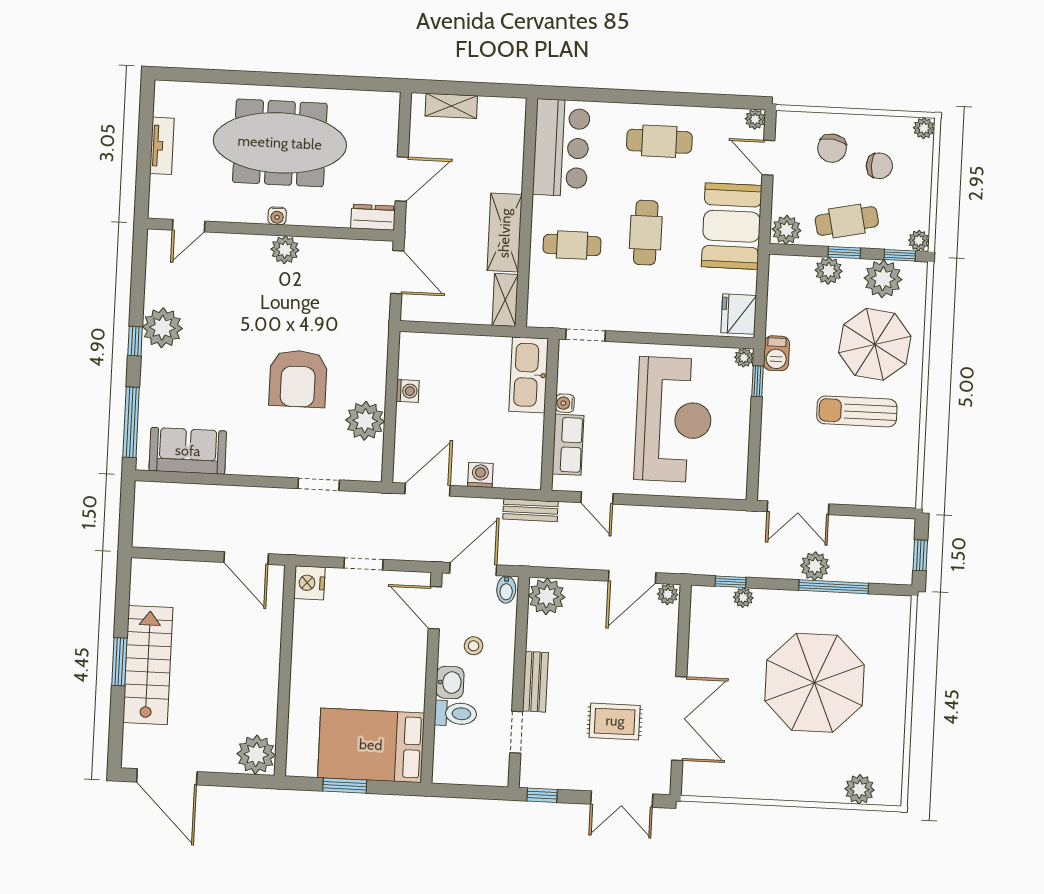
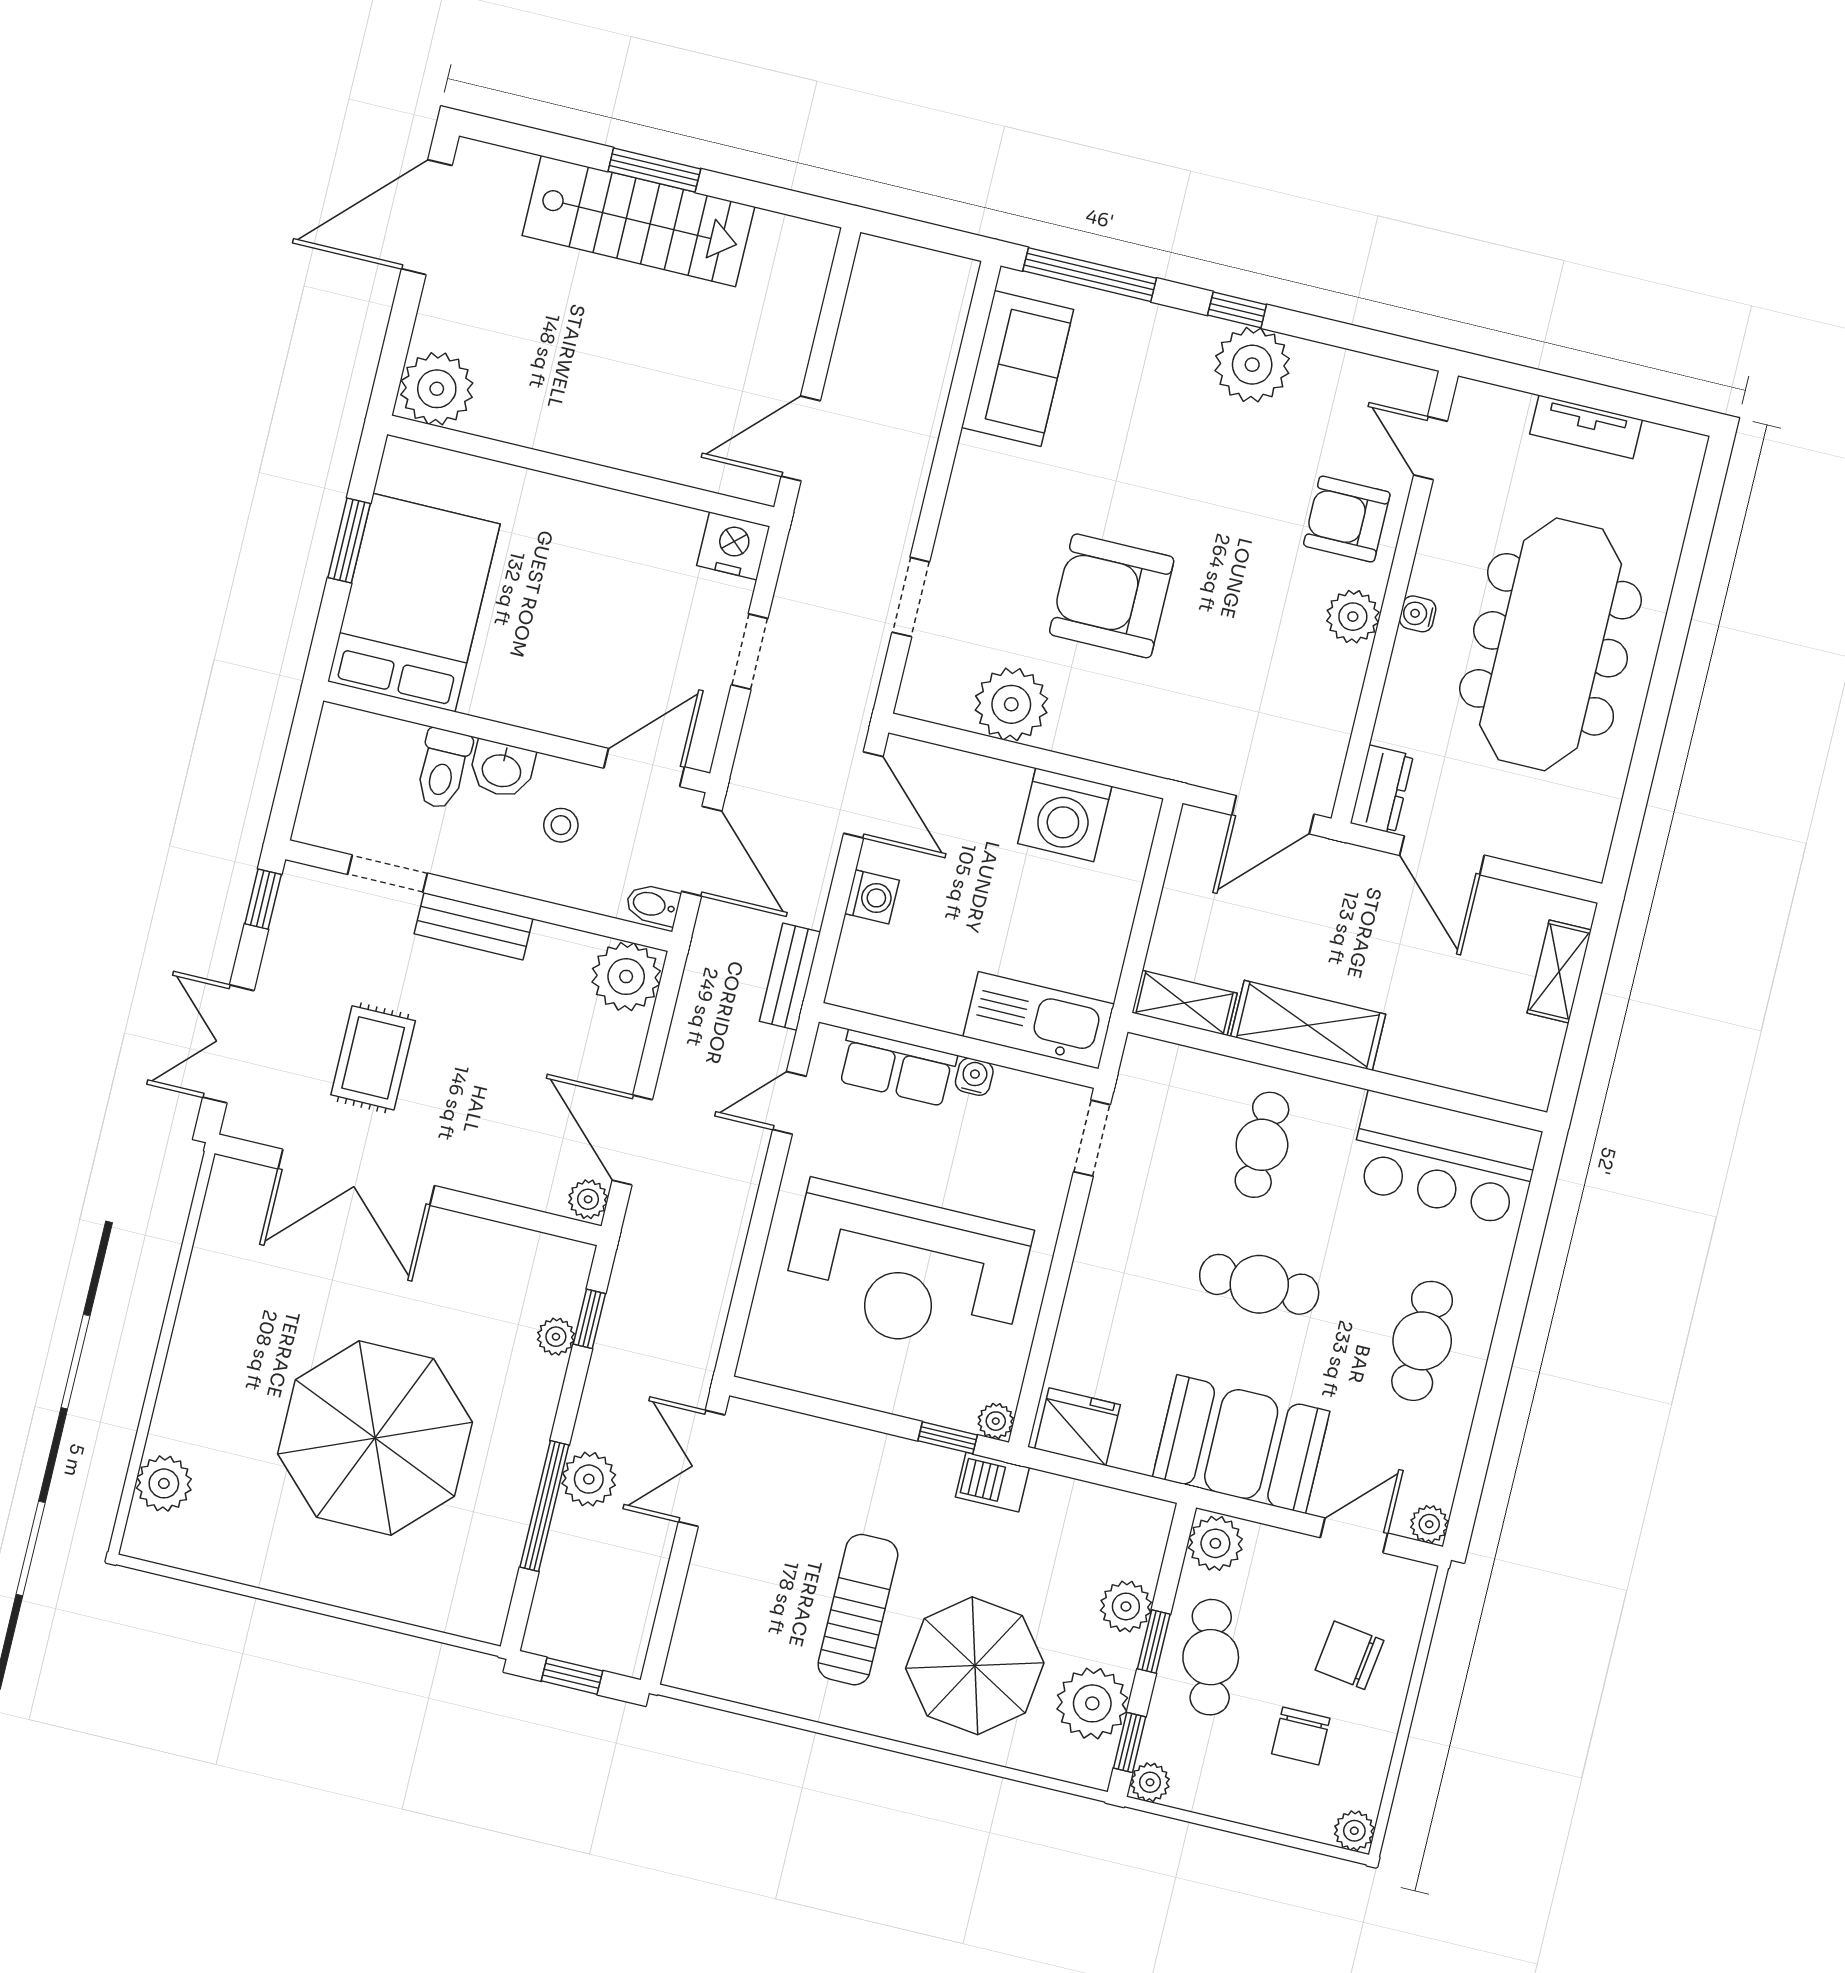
armchair: (234, 263) -> (1347, 519), added
washing machine: (408, 391) -> (1065, 815), width x1.89, depth x1.89

